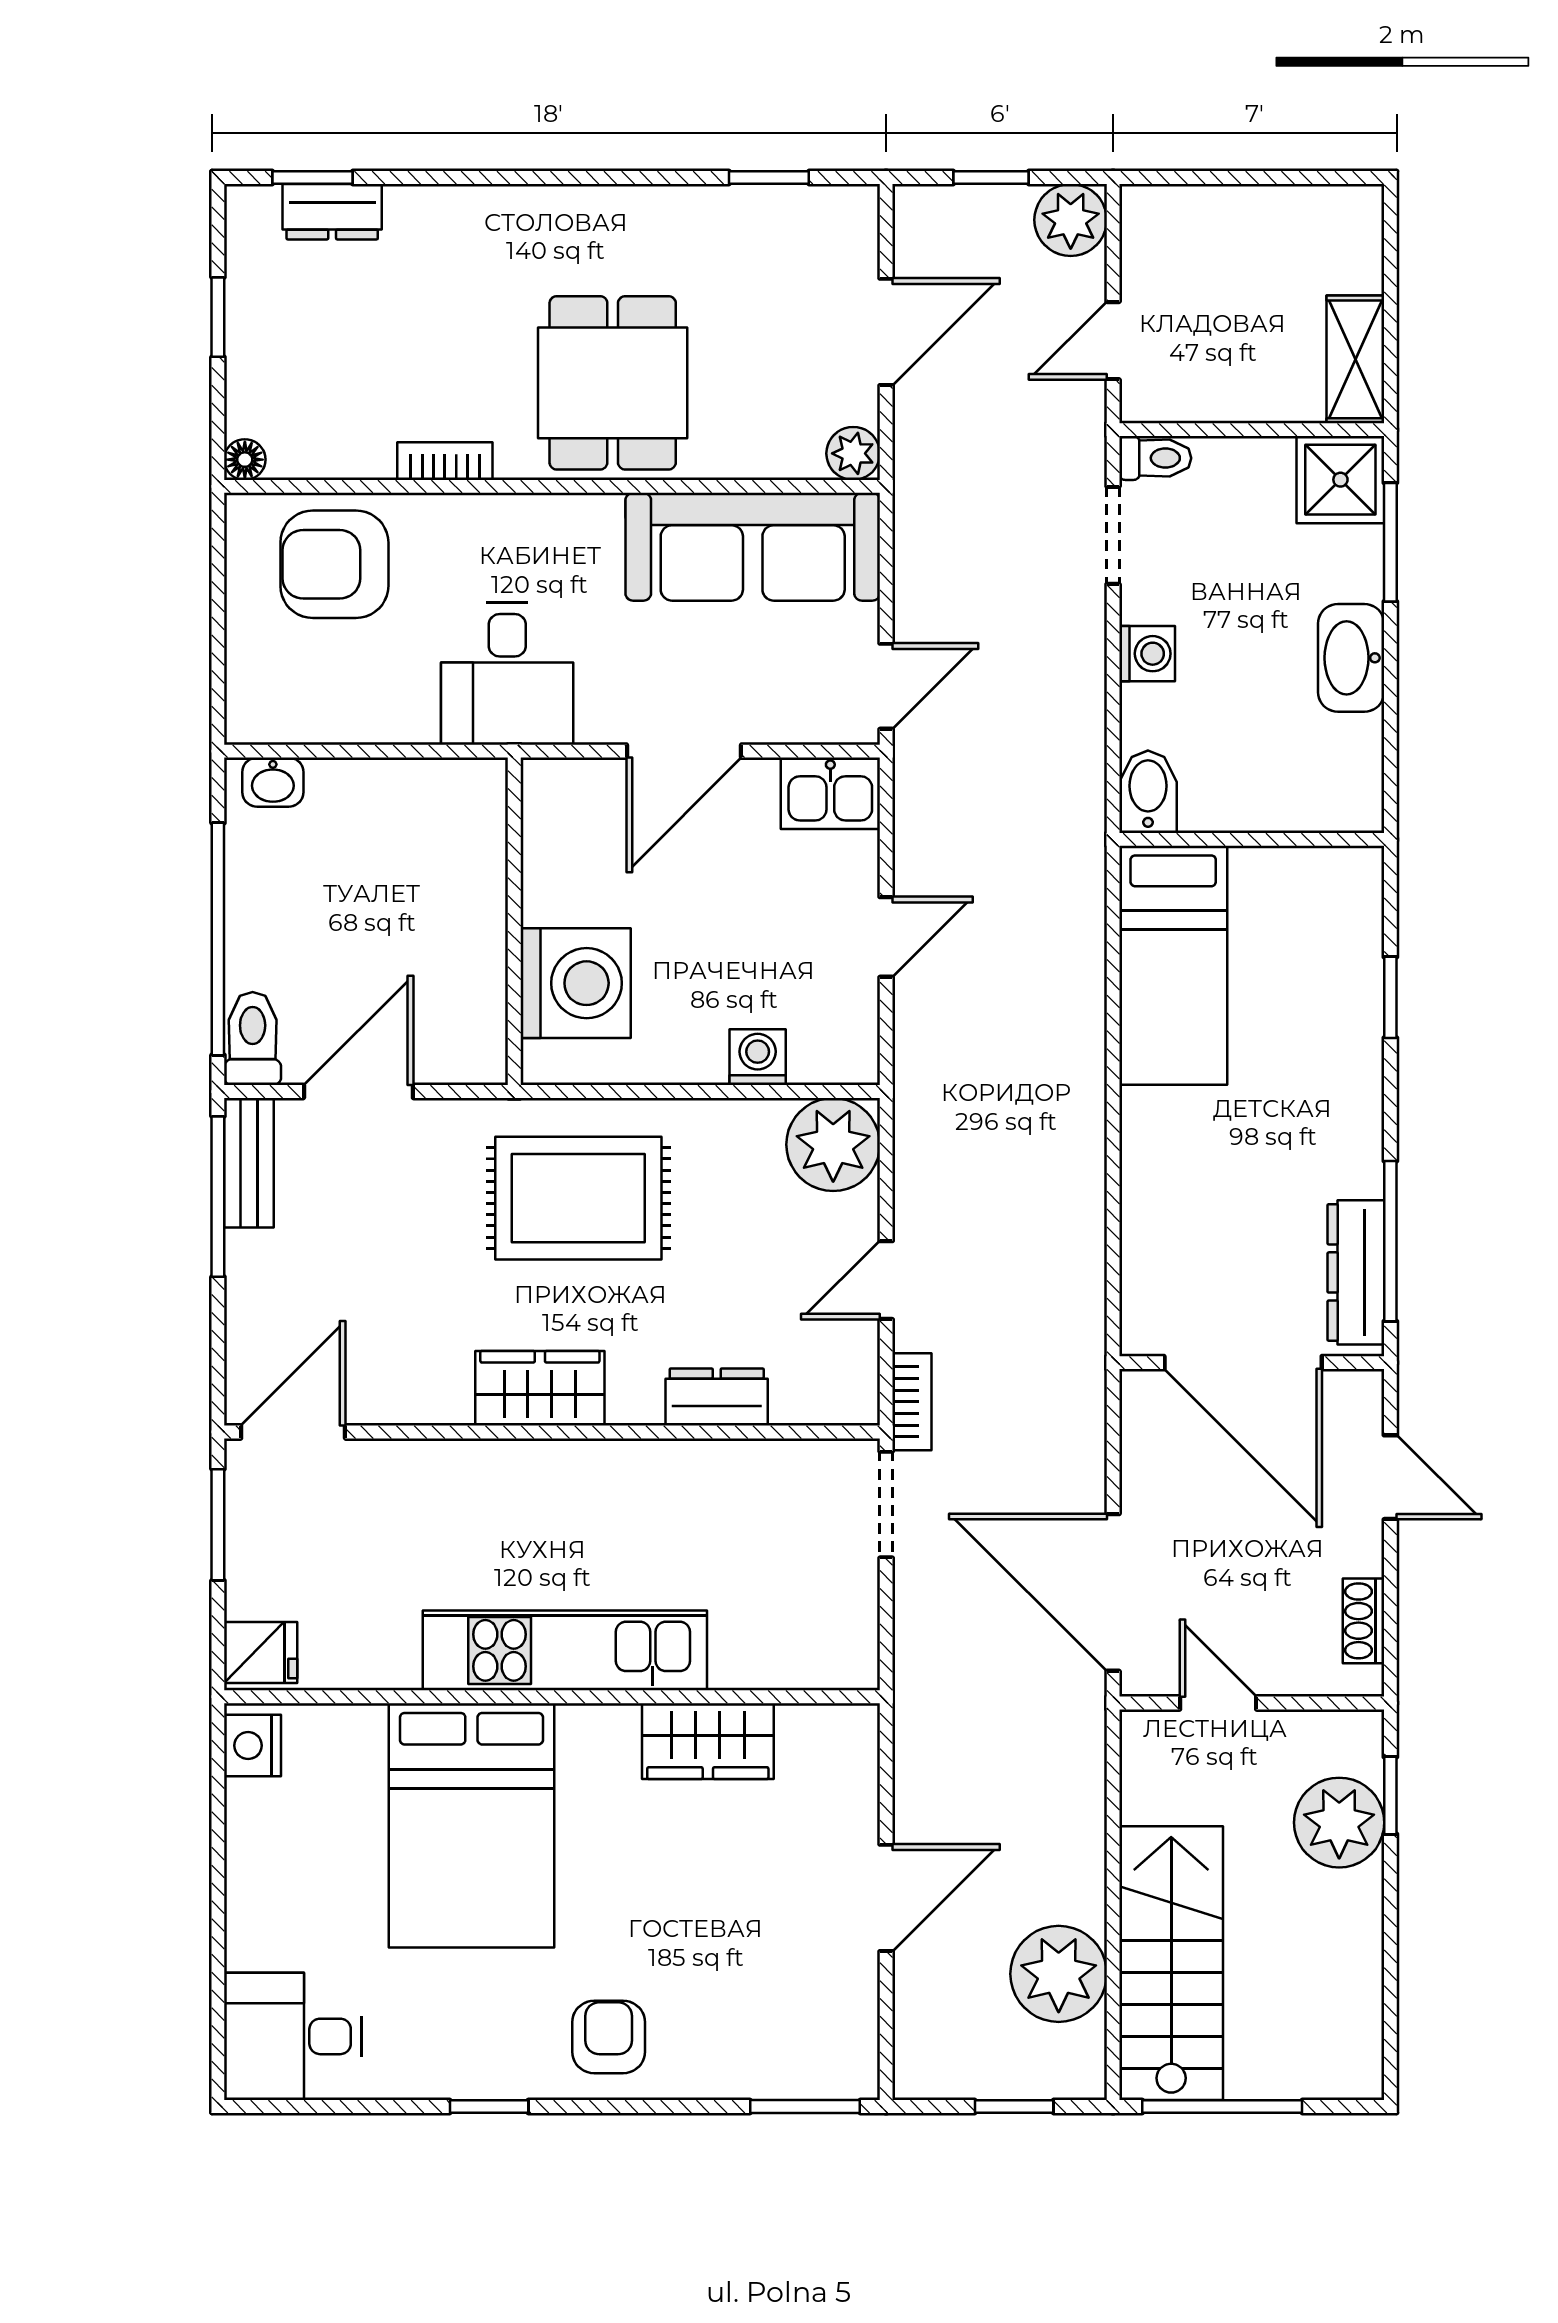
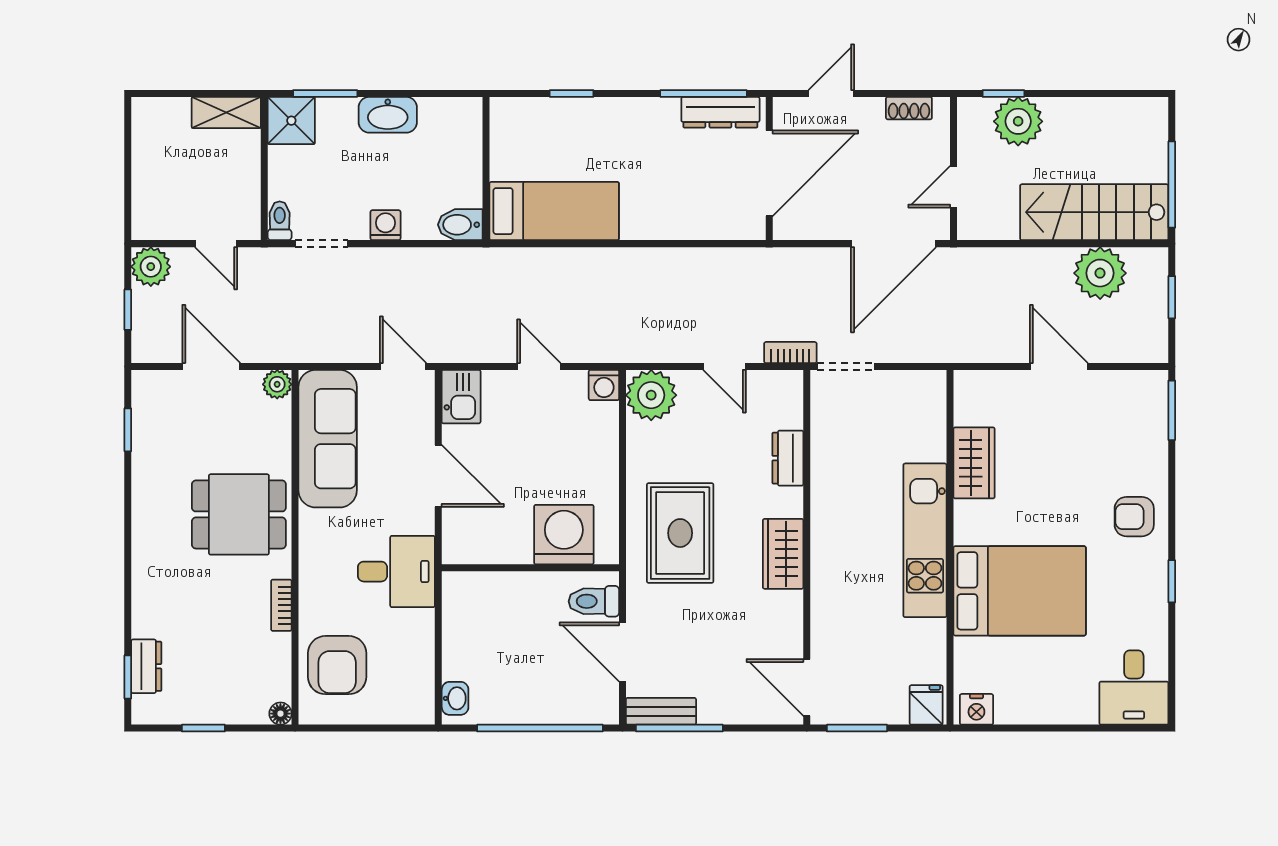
toilet: (253, 1039) -> (594, 601), moved
washing machine: (758, 1057) -> (604, 385), moved, turned -90

